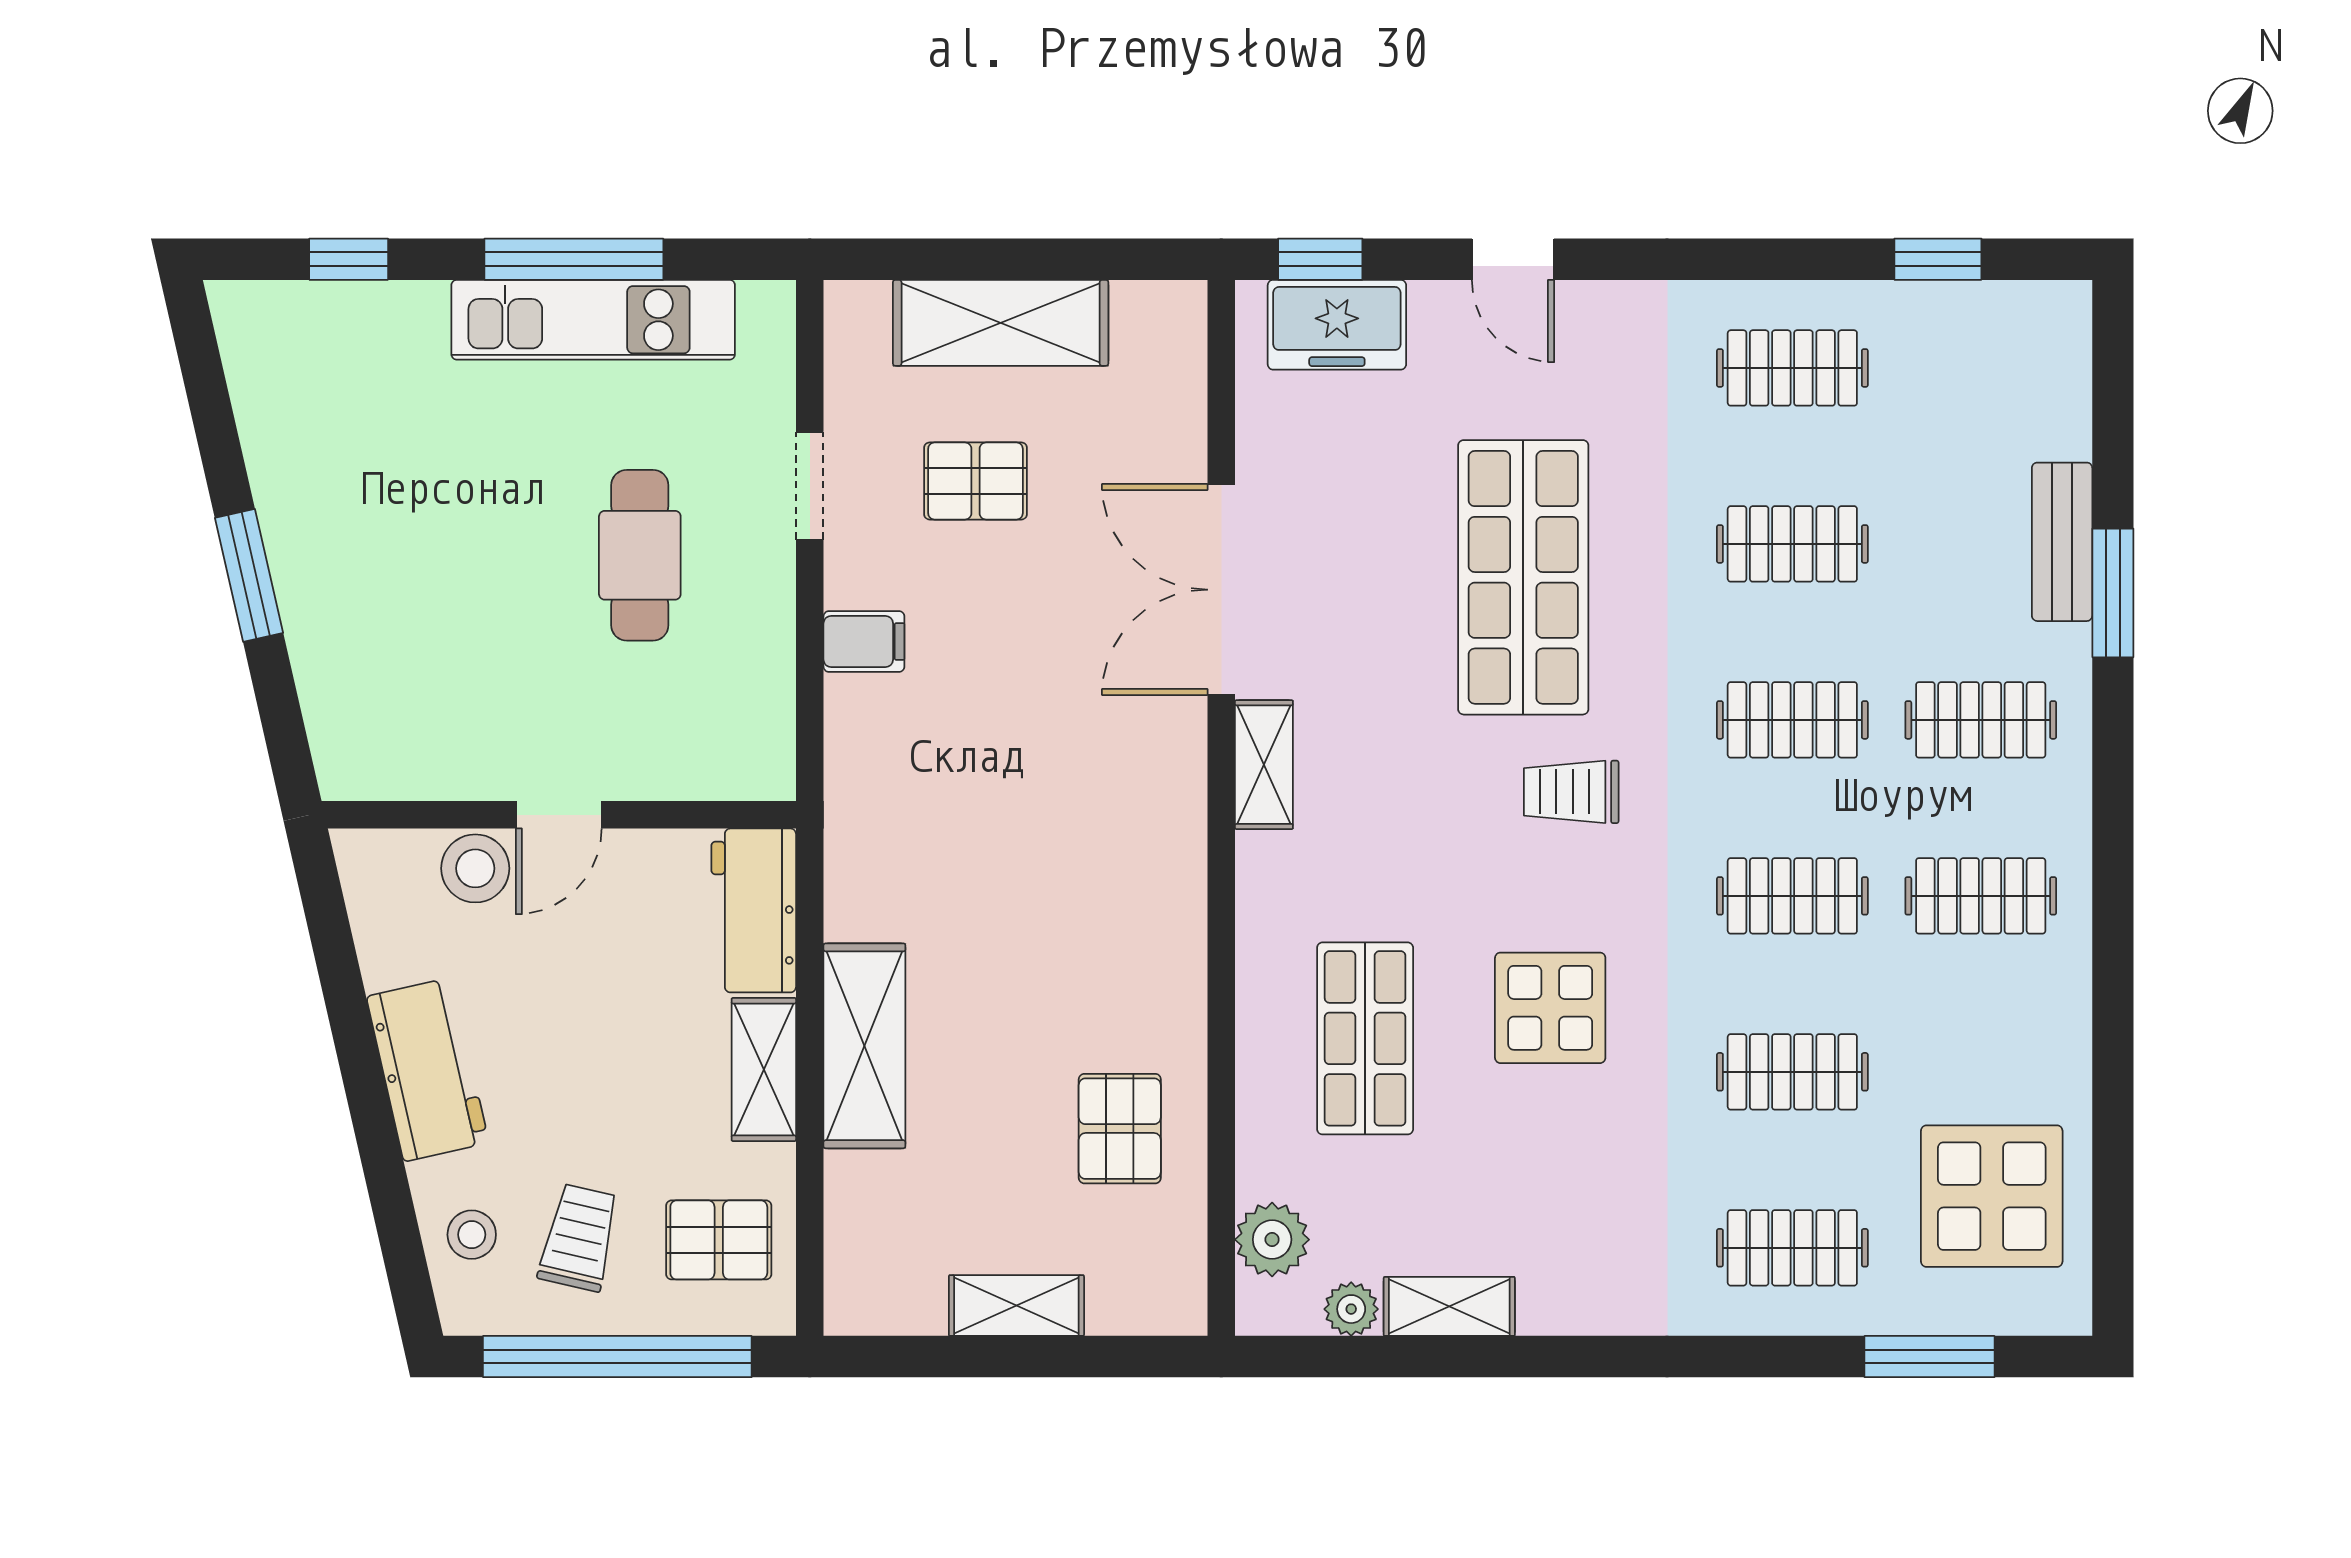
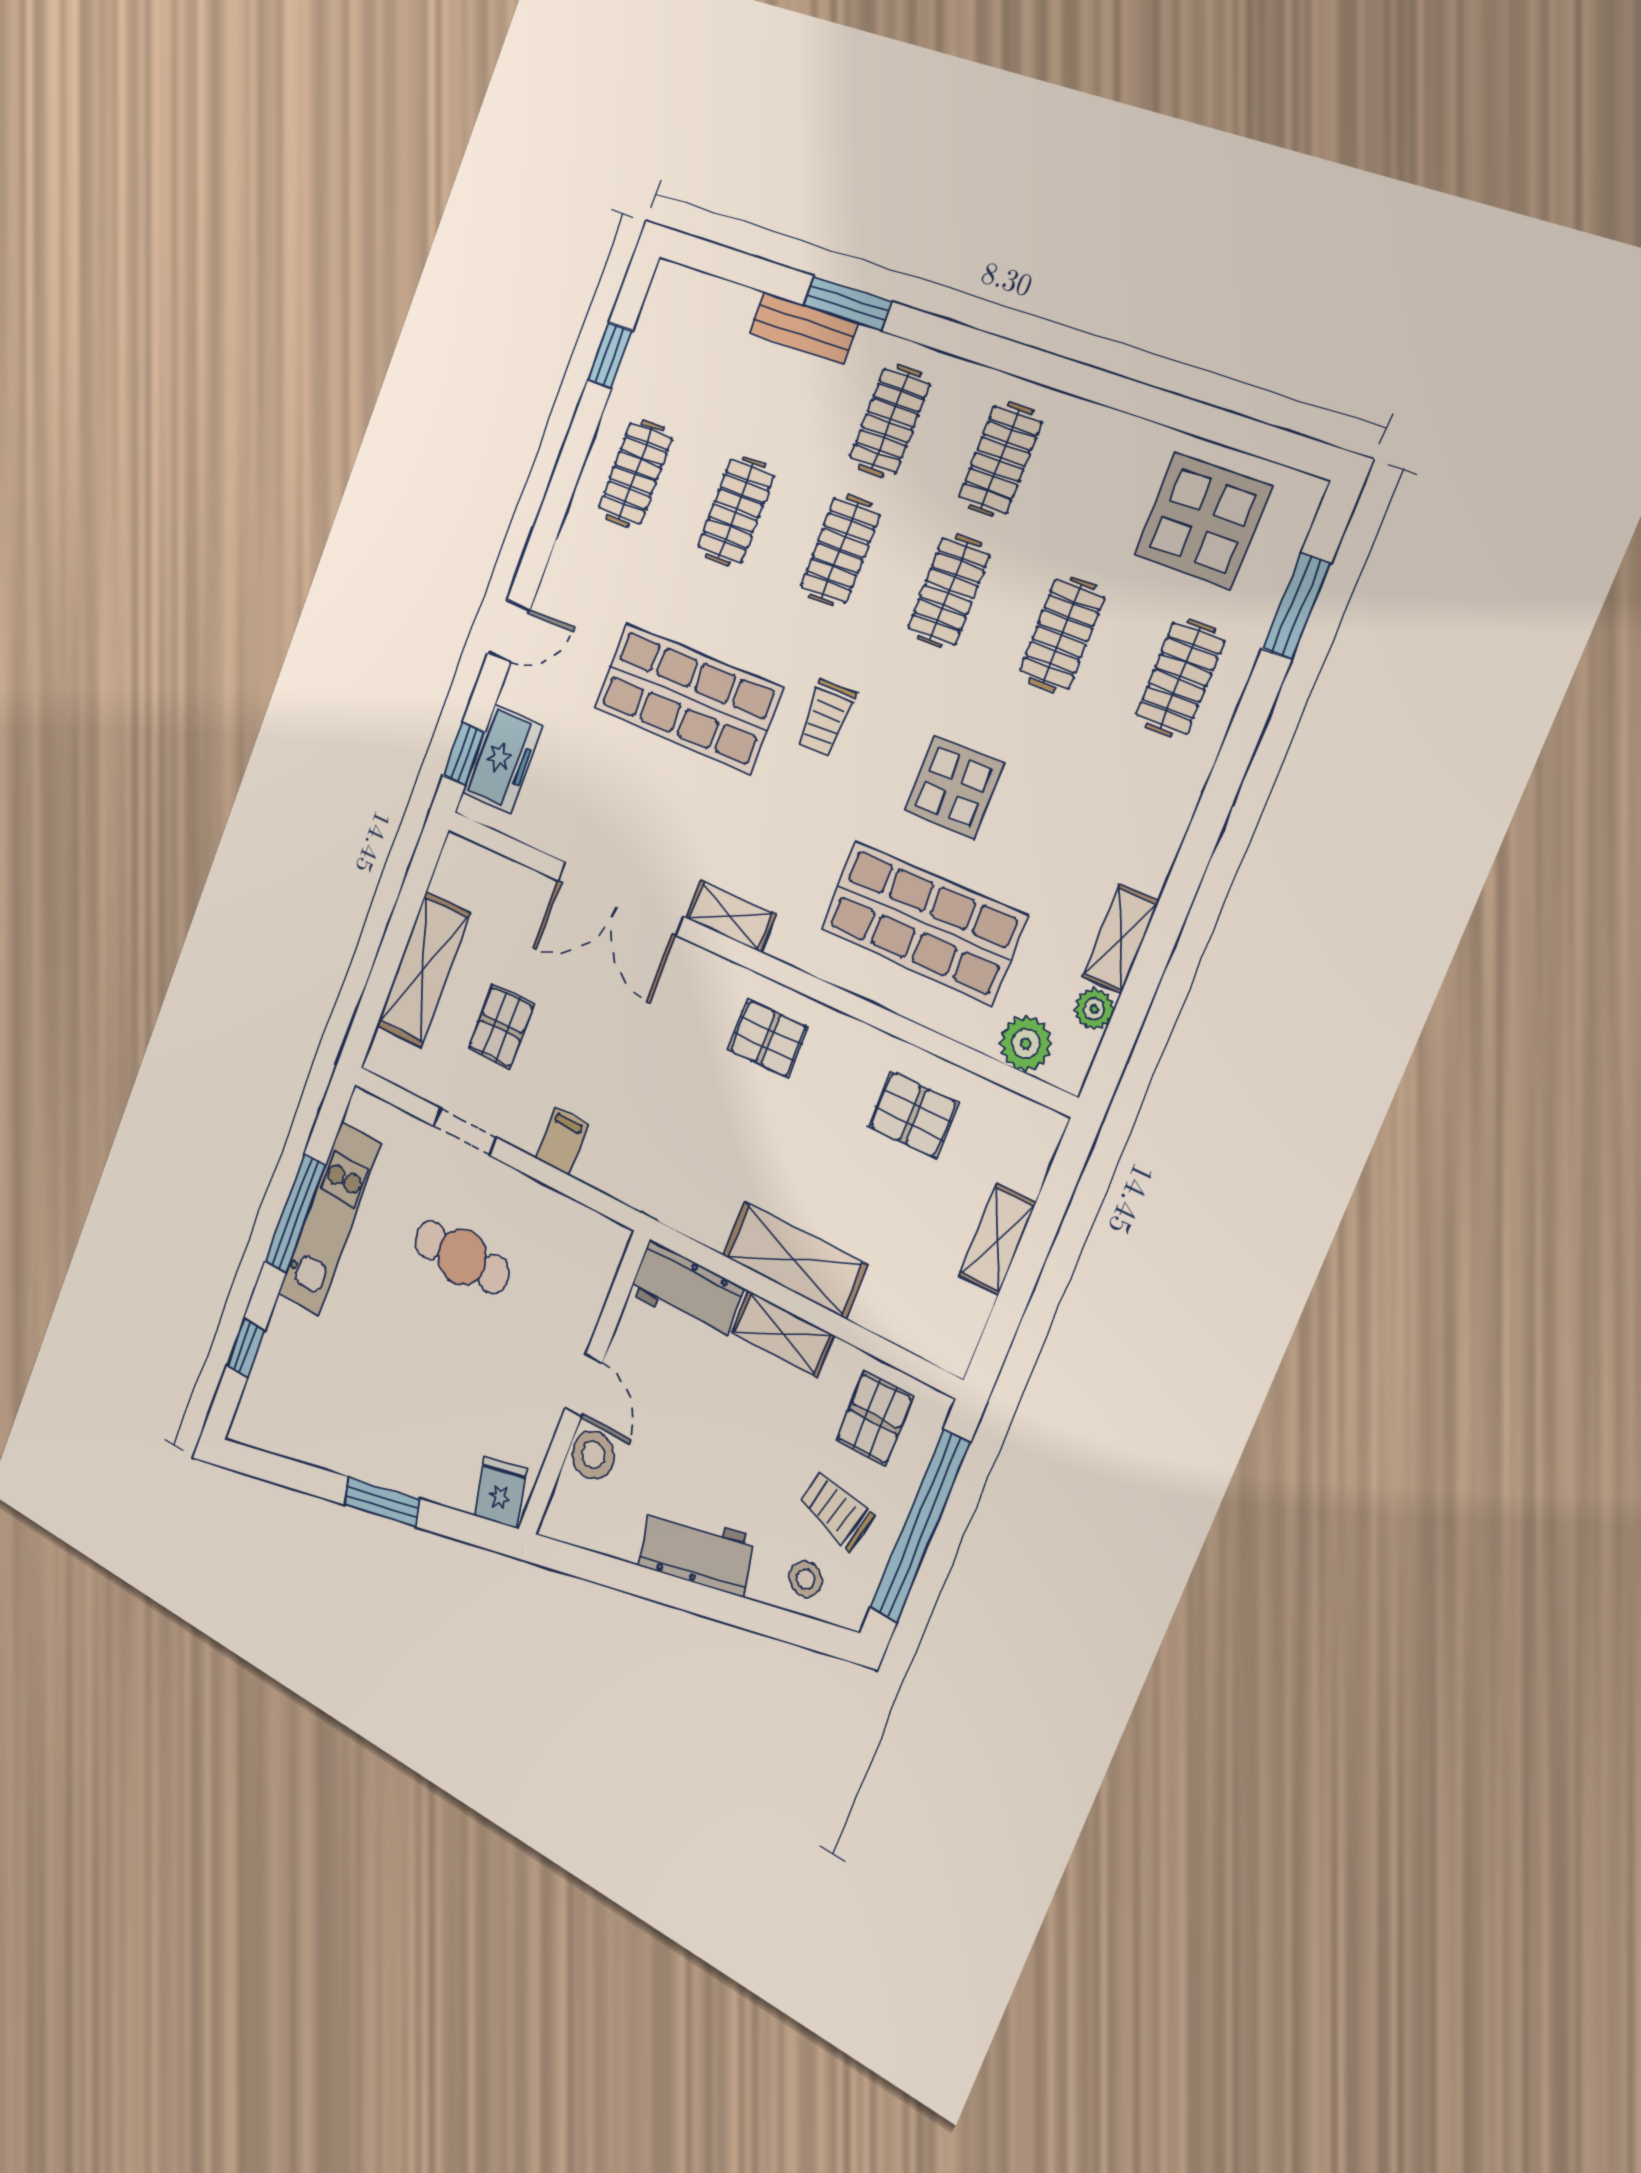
fridge: (356, 752) -> (500, 1492), added
pallet: (1129, 887) -> (768, 1039), added
shop shelf: (1365, 1038) -> (923, 922), width x1.43, depth x1.36

